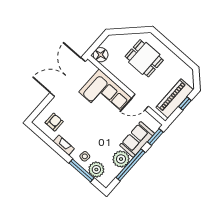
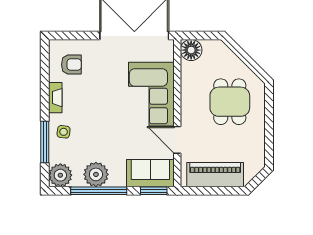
window: (185, 103) -> (220, 191), removed
sofa: (137, 139) -> (150, 173), moved
plant: (96, 170) -> (60, 175), moved

